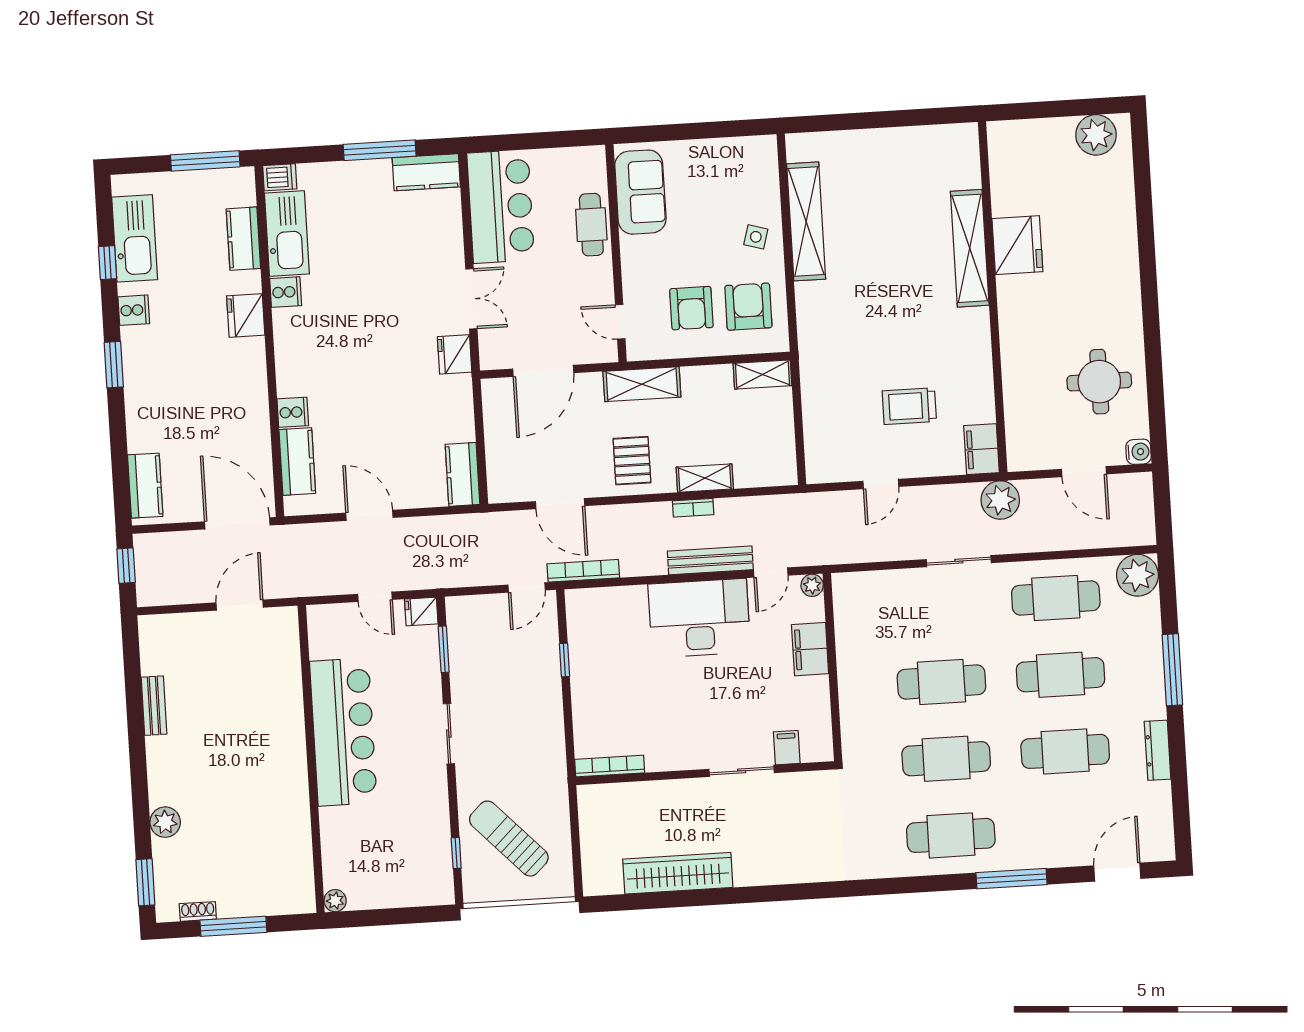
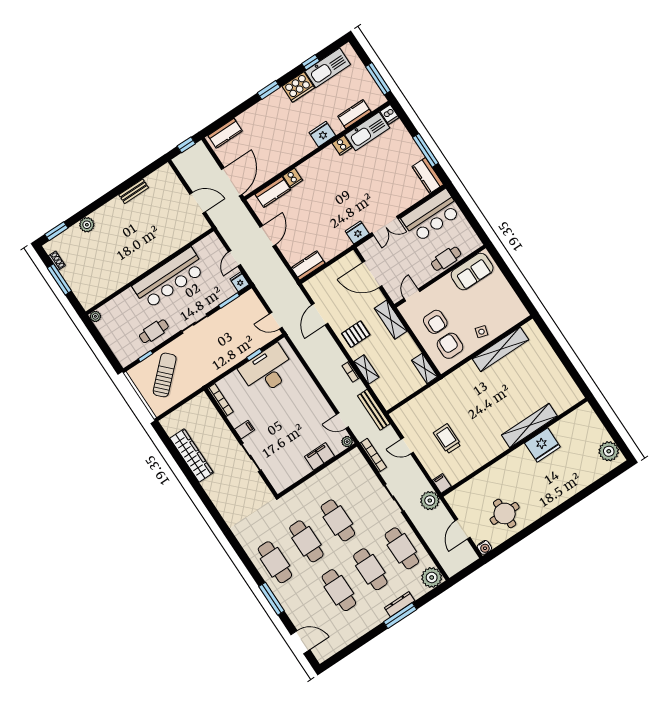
armchair: (748, 307) -> (450, 346), turned -90
armchair: (691, 308) -> (435, 322), turned -90
cooker: (134, 310) -> (298, 87), width x1.87, depth x1.31
filing cabinet: (981, 449) -> (442, 483), width x0.50
bench: (710, 560) -> (374, 410), moved
bookcase: (583, 571) -> (373, 455), moved
desk: (699, 618) -> (267, 370), moved, turned -90
filing cabinet: (787, 748) -> (245, 430), moved
dresser: (1158, 750) -> (400, 604), moved
cafe table: (421, 813) -> (154, 331), added

